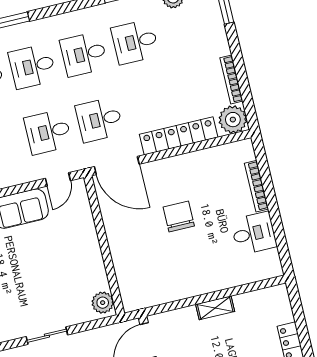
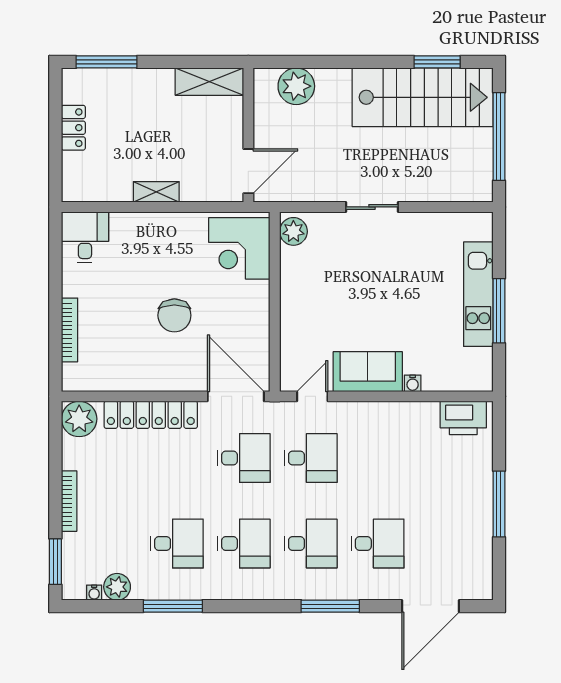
bookcase: (231, 79) -> (69, 501), moved
desk: (254, 233) -> (85, 237), moved, turned 90
corner desk: (141, 280) -> (239, 248), added

